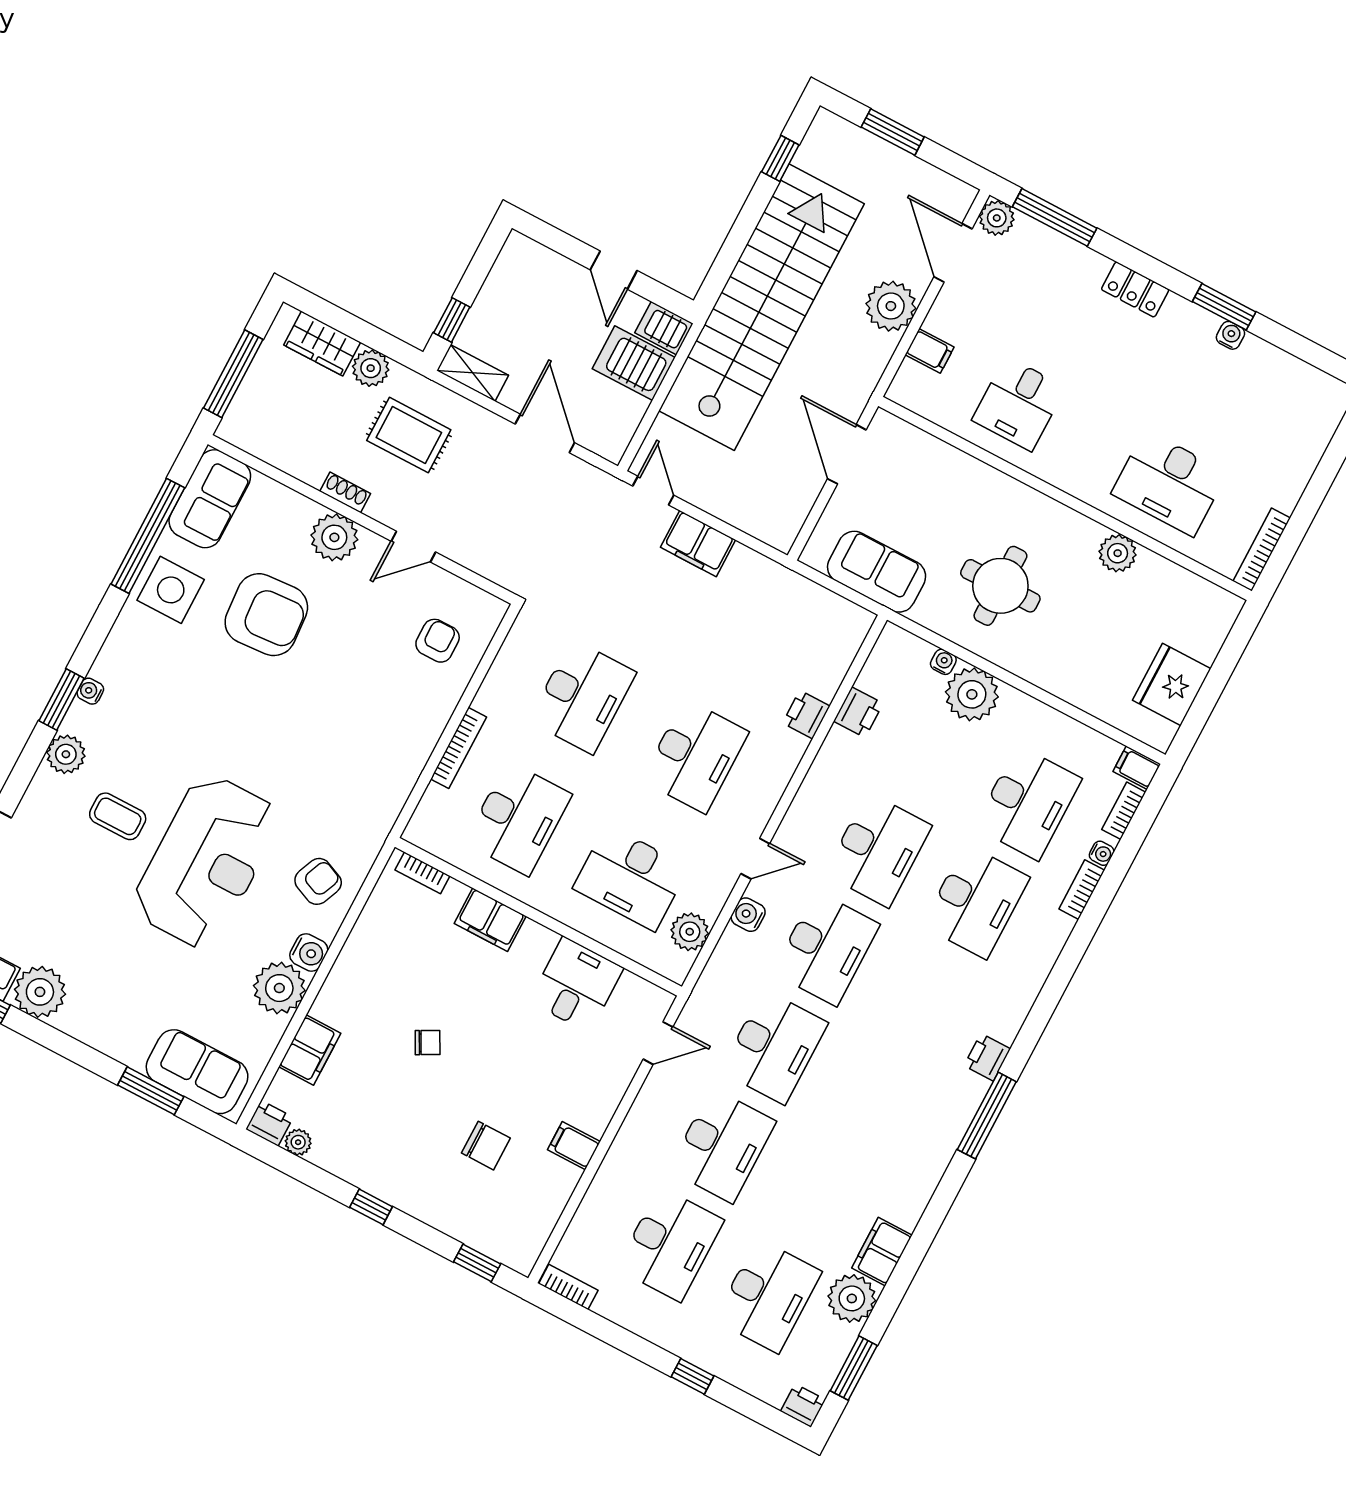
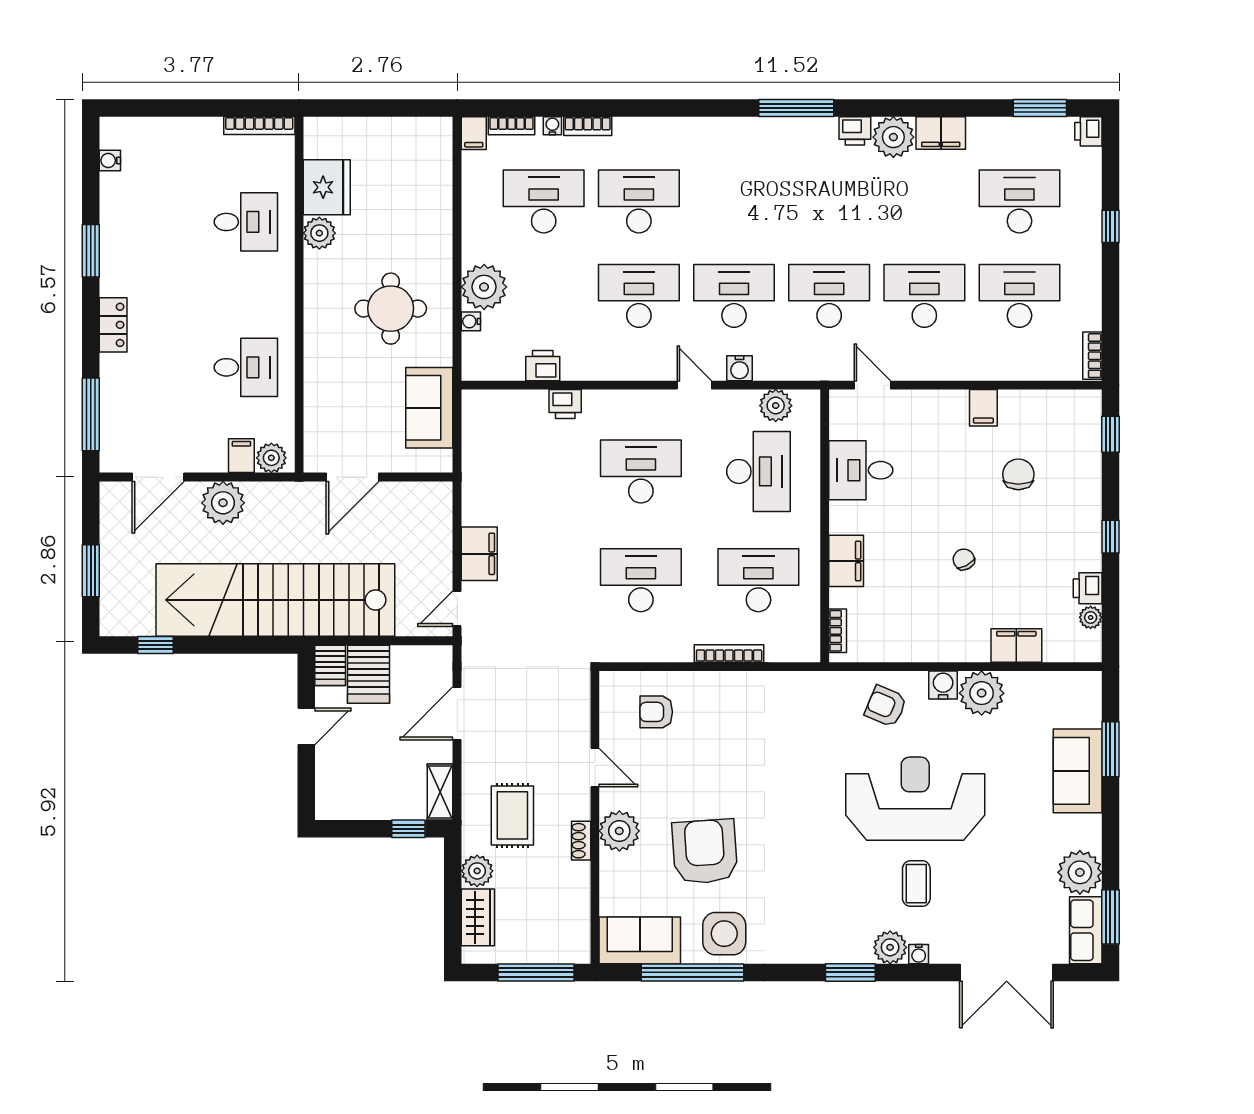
plant: (997, 218) -> (271, 458), moved
water cooler: (1230, 335) -> (110, 160), moved
desk: (1169, 483) -> (246, 222), width x0.73
fridge: (1172, 684) -> (327, 187), moved, turned -90
water cooler: (90, 691) -> (919, 954), moved
printer: (987, 1057) -> (855, 131), moved
sofa: (197, 1072) -> (1078, 771), moved
printer: (270, 1123) -> (1088, 588), moved
plant: (852, 1298) -> (893, 137), moved

